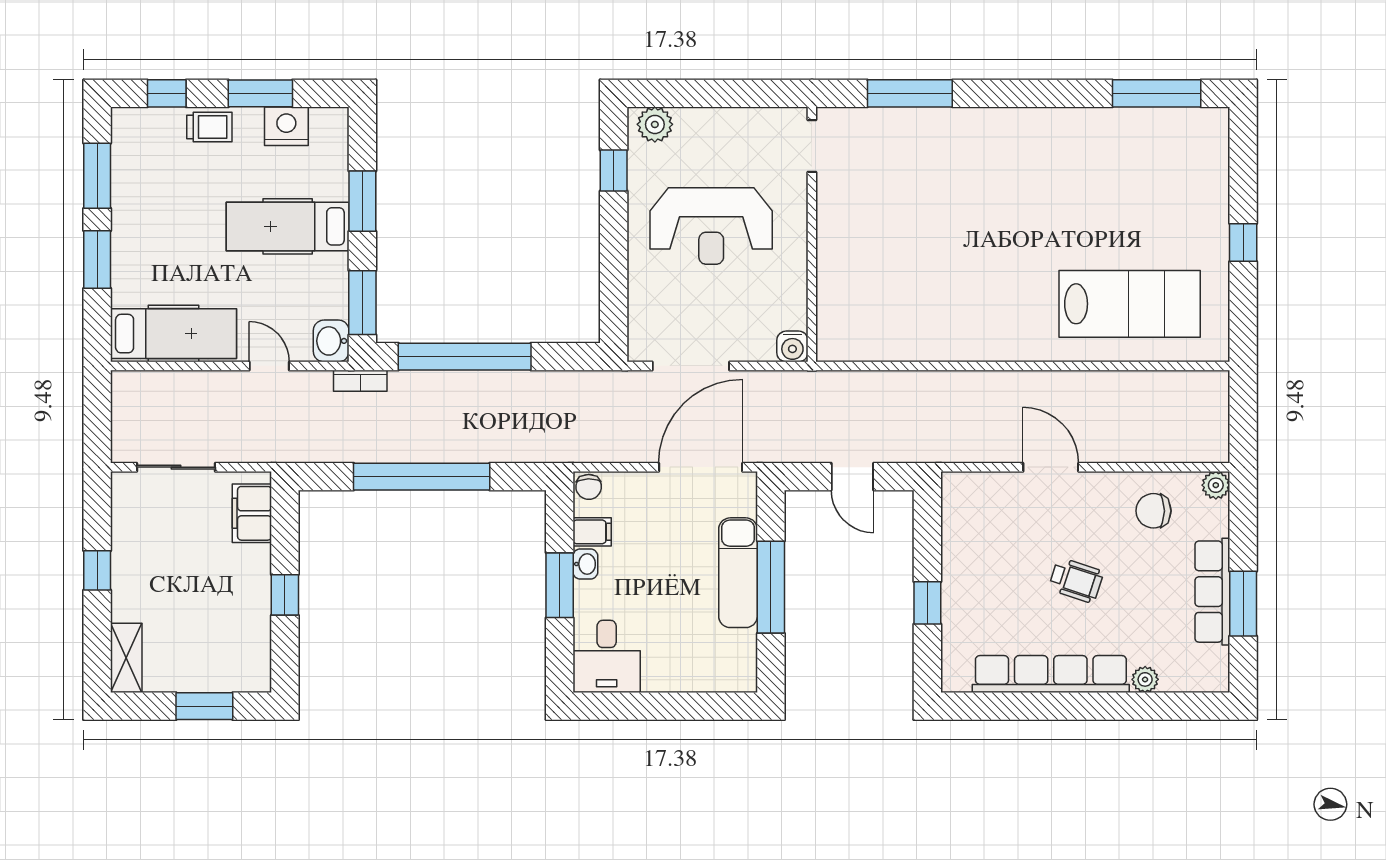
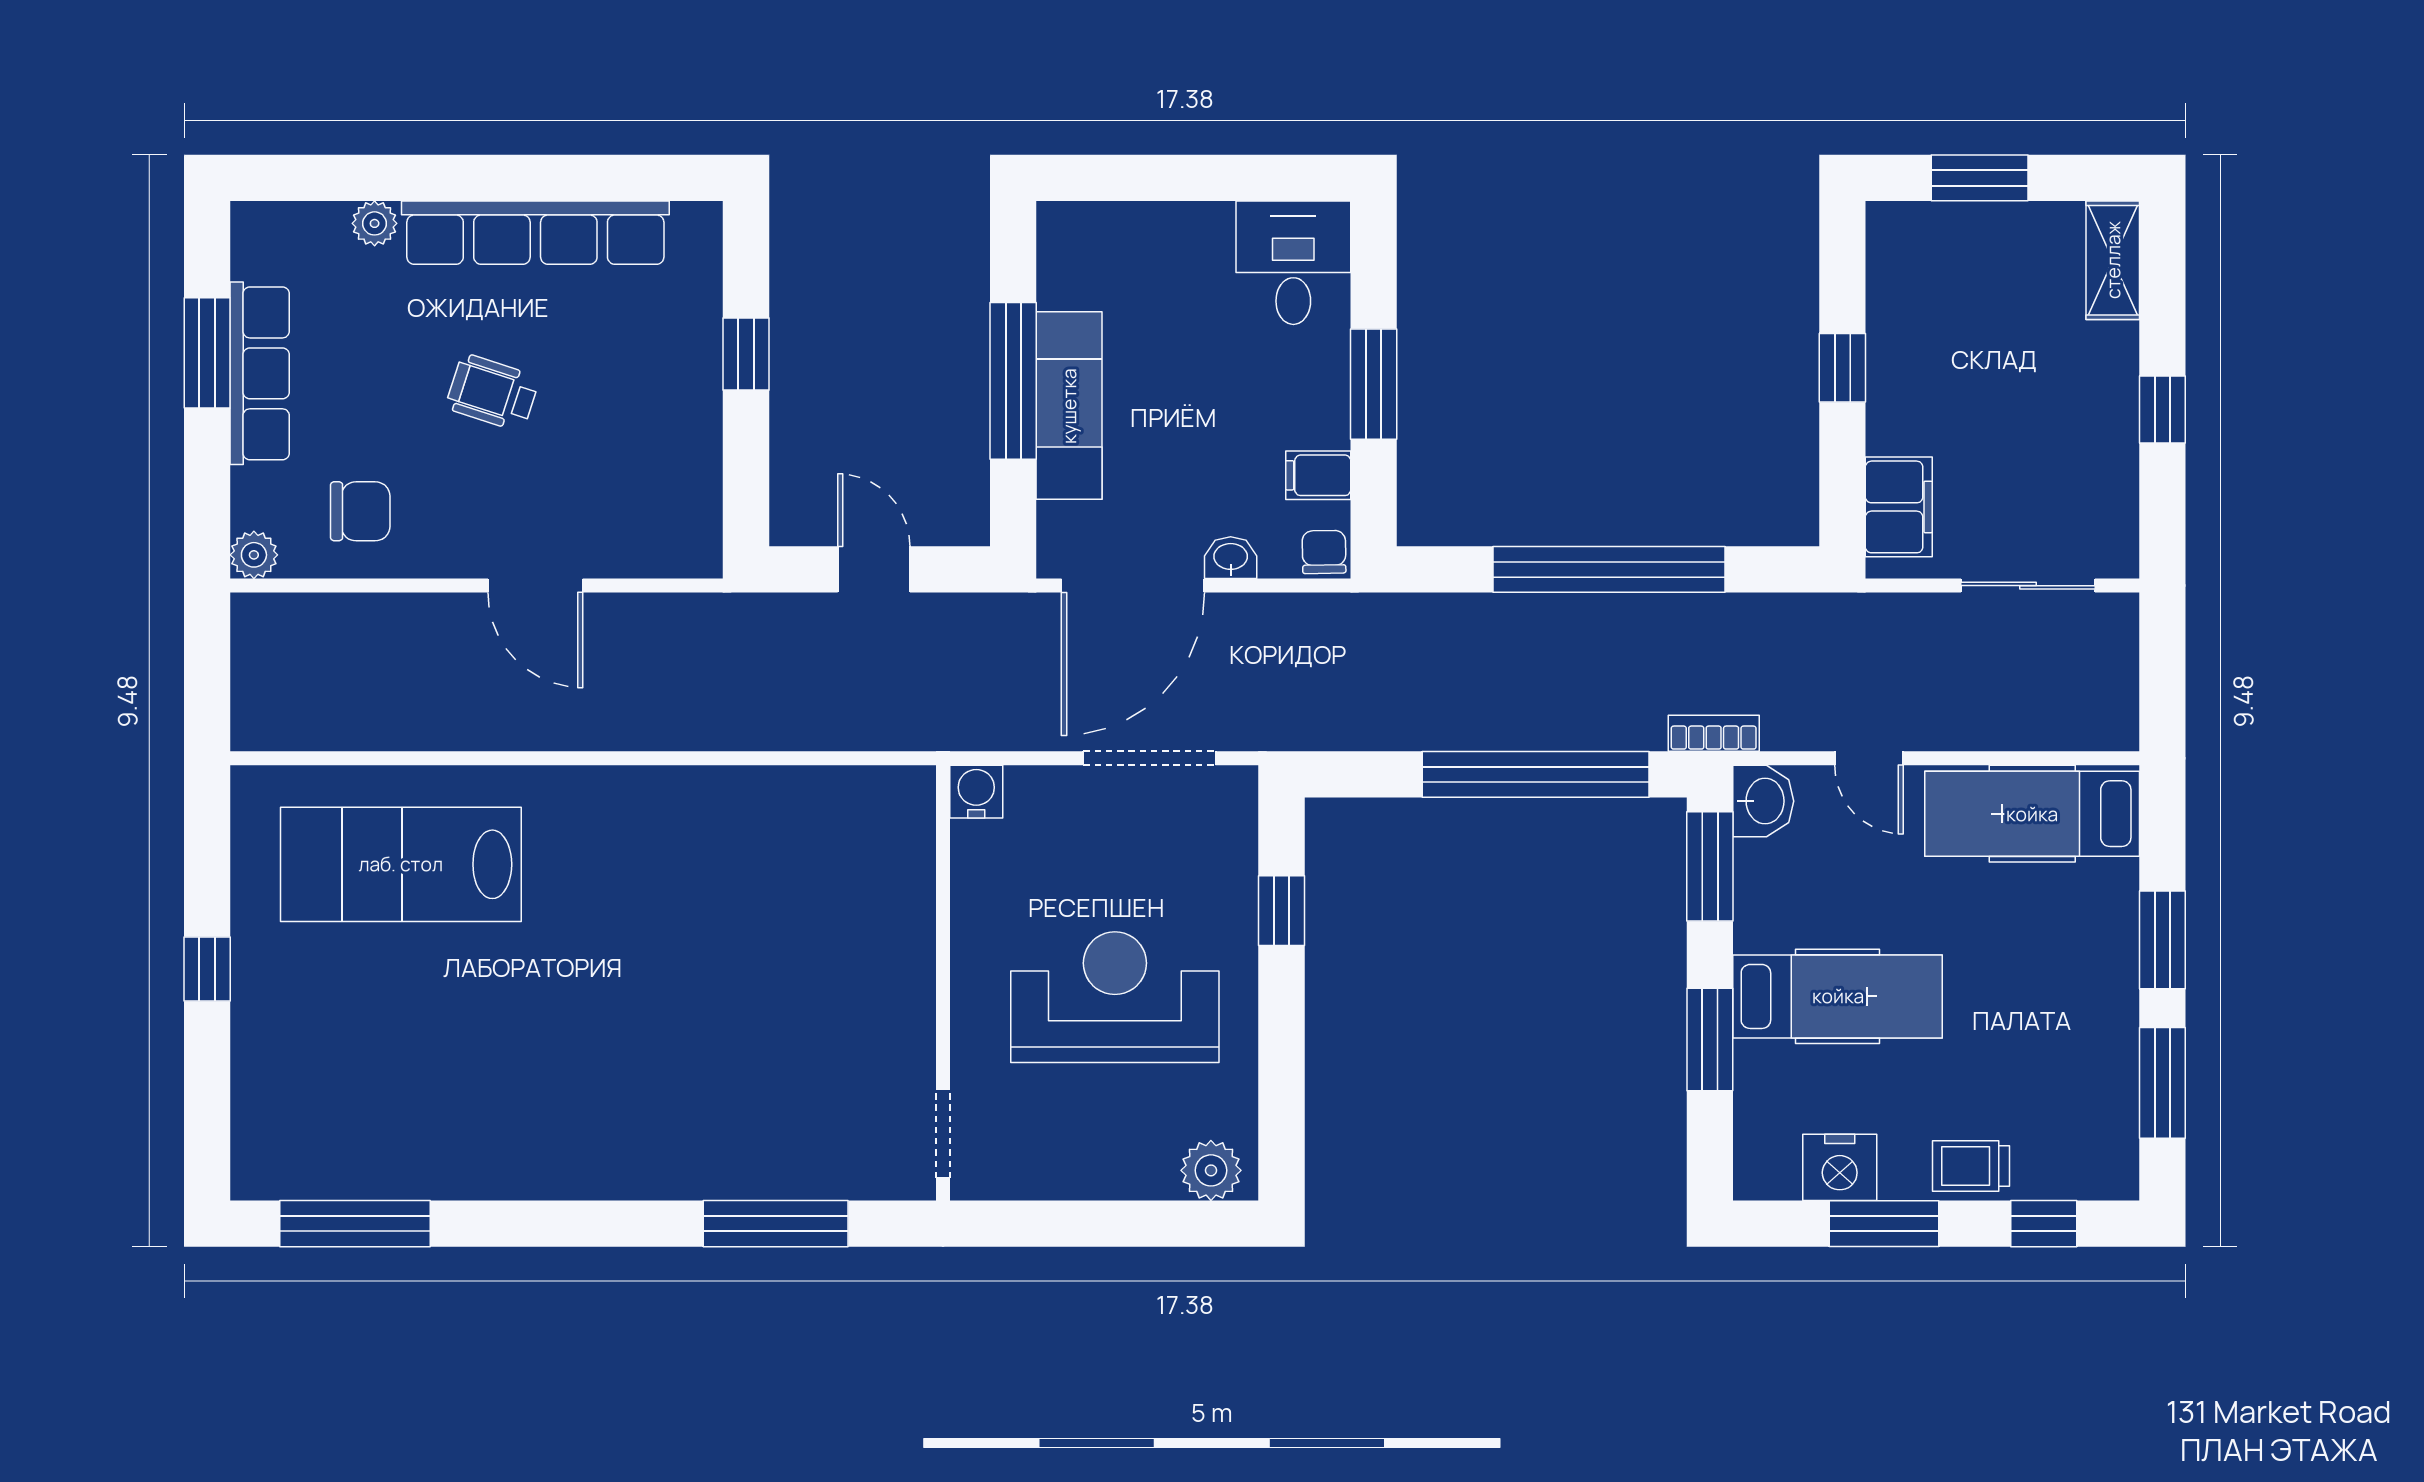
window: (614, 170) -> (1282, 911), moved
washbasin: (585, 564) -> (1231, 558), moved, turned 90

